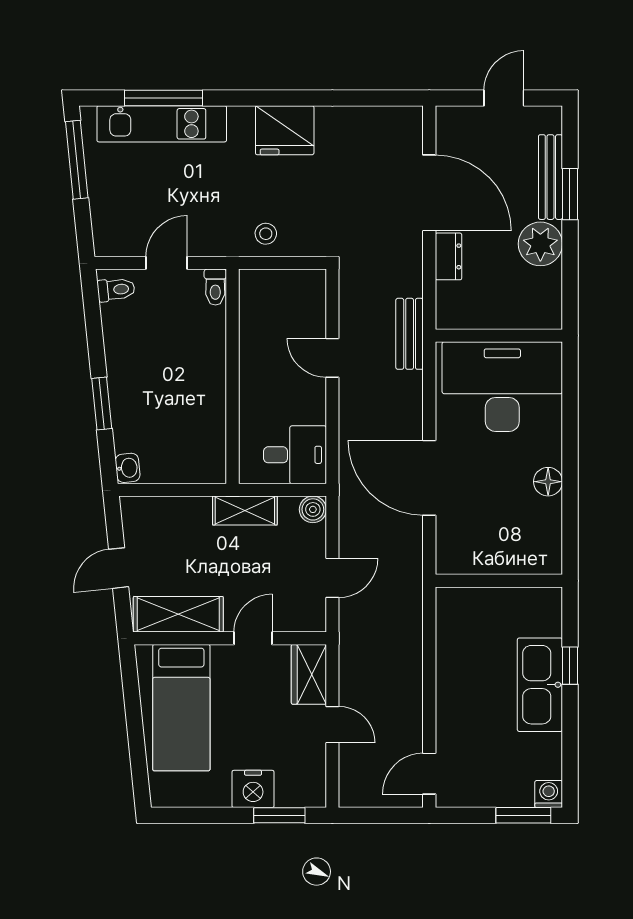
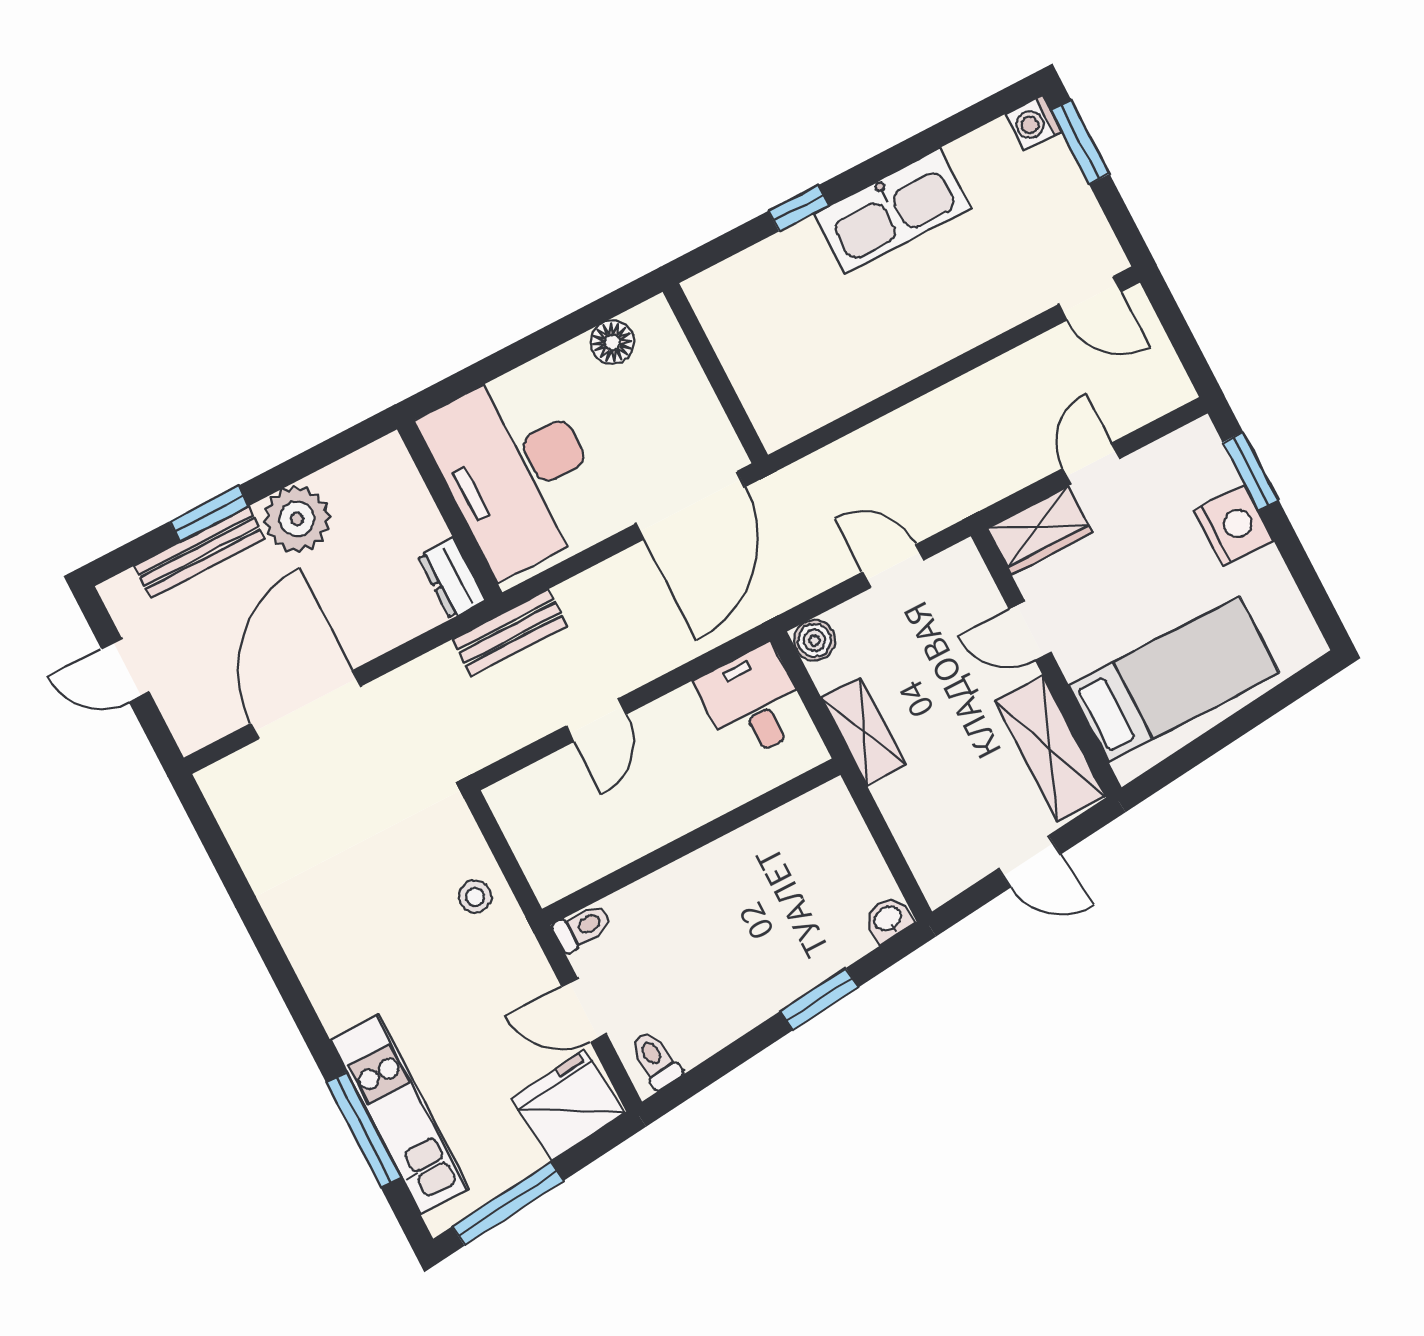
fridge: (285, 130) -> (568, 1105), moved, turned -96
dresser: (448, 256) -> (452, 578), moved, turned -90
wall: (499, 581) -> (715, 373), moved
window: (570, 666) -> (799, 208), moved

